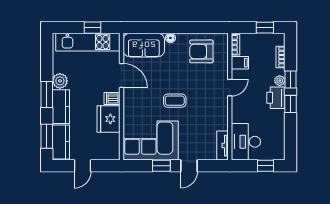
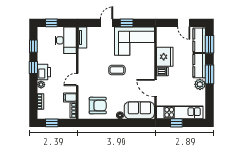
window: (290, 79) -> (33, 46), moved
door: (83, 166) -> (184, 23), swing flipped

